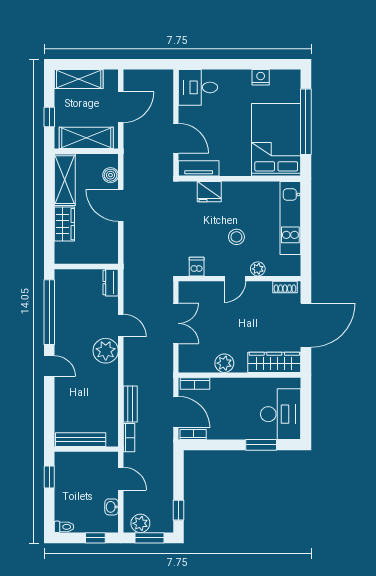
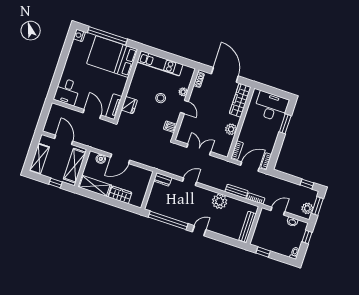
nightstand: (261, 77) -> (79, 35), moved
door: (176, 138) -> (92, 114), hinge flipped
plant: (106, 351) -> (220, 201), moved

